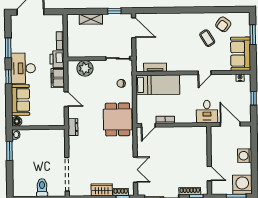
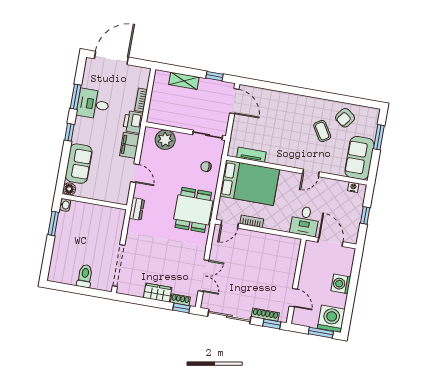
desk: (23, 68) -> (93, 104), moved, width x0.73
bed: (158, 85) -> (250, 183), width x1.50

